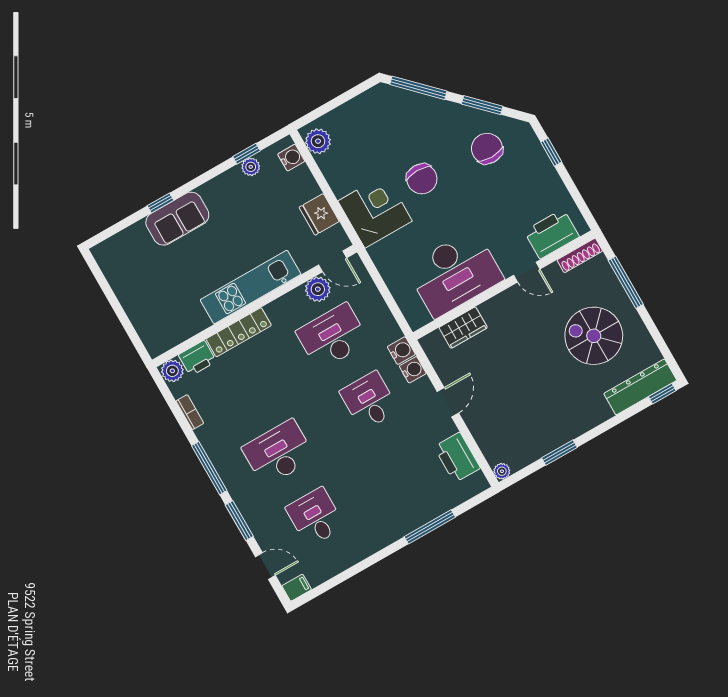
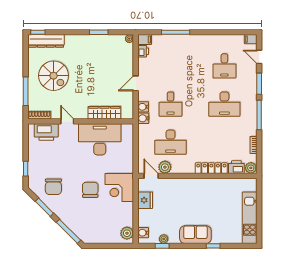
sofa: (177, 219) -> (195, 235), moved
kitchen unit: (251, 287) -> (250, 218), moved, turned 90
wardrobe: (463, 328) -> (104, 113), width x1.50
printer: (457, 457) -> (143, 51), width x0.53, depth x0.68
filing cabinet: (475, 485) -> (145, 40), added

